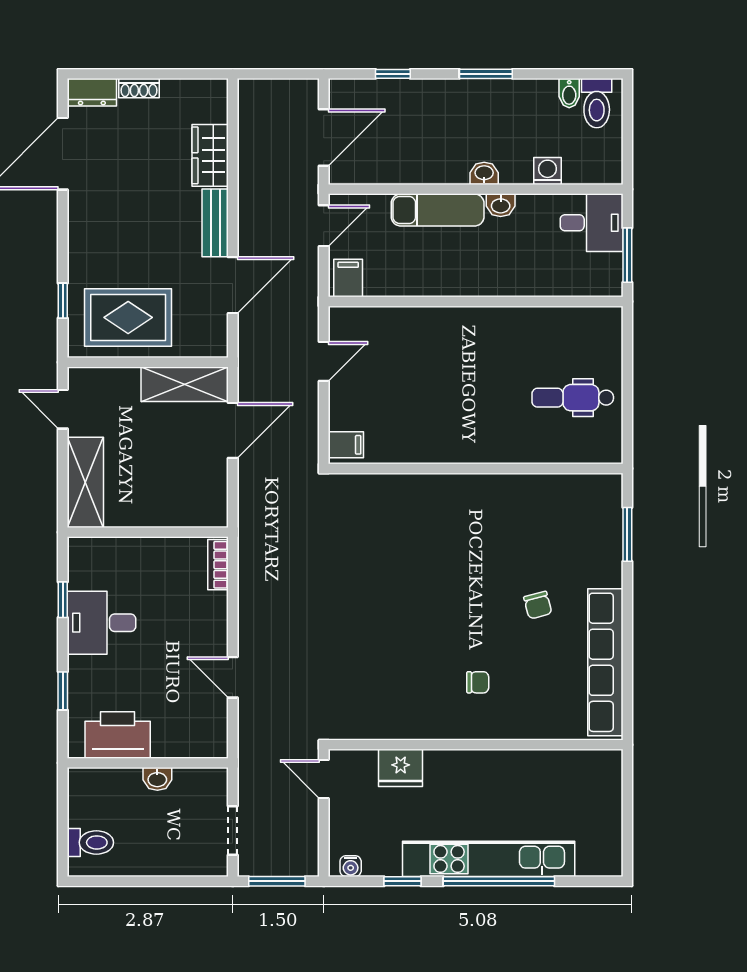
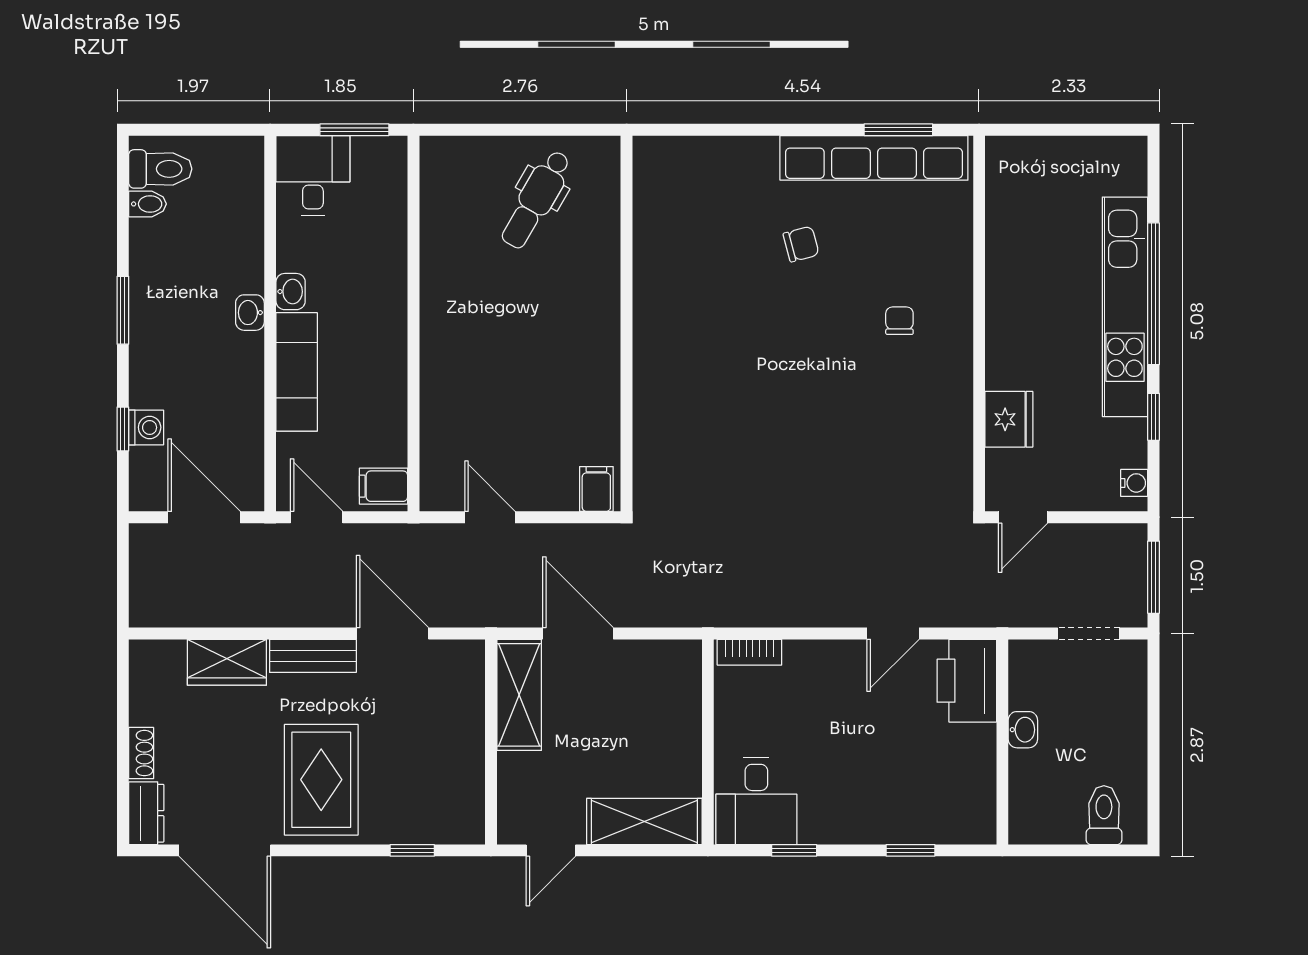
washing machine: (548, 171) -> (146, 427), moved, turned 180
rug: (128, 317) -> (321, 780), moved
dental chair: (573, 398) -> (536, 199), turned 30
window: (627, 534) -> (898, 130), moved
desk: (101, 623) -> (756, 801), moved
printer: (118, 735) -> (967, 681), moved

